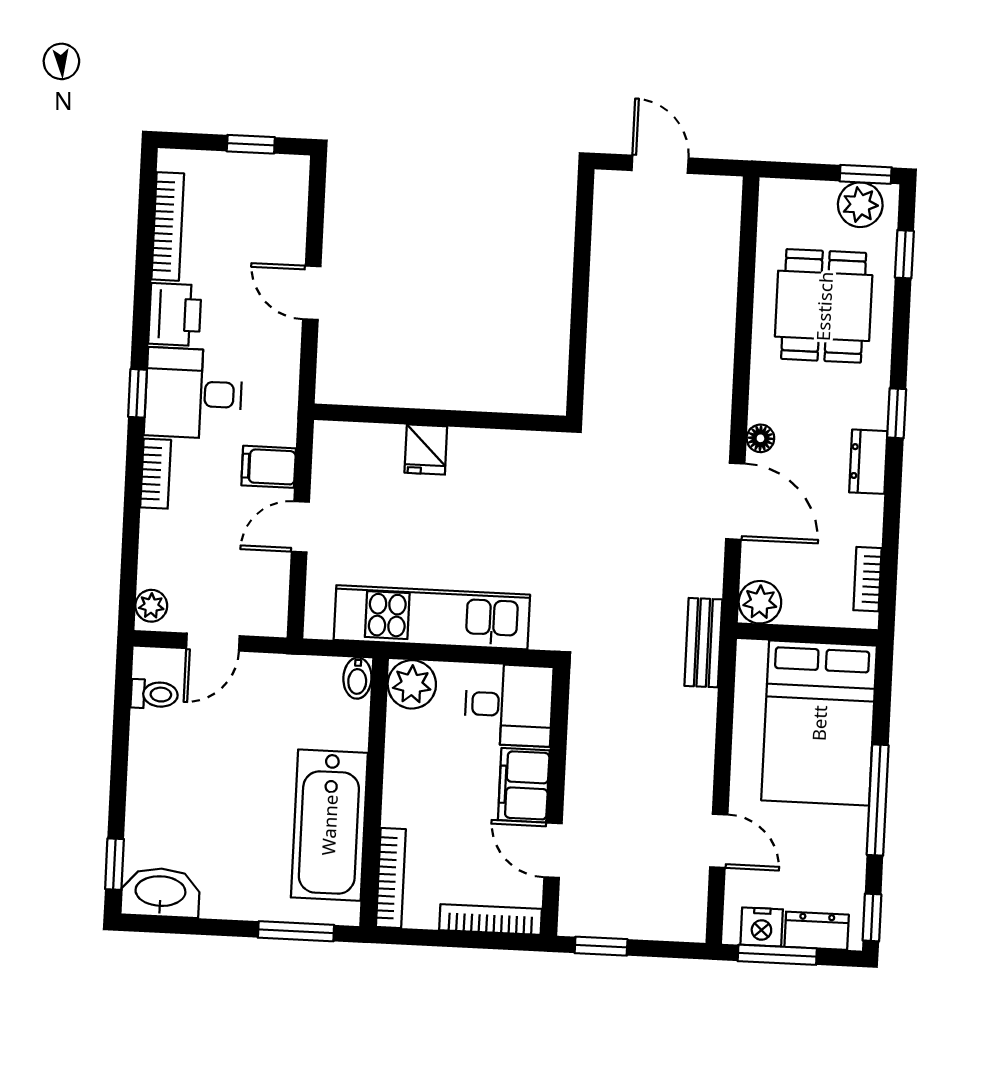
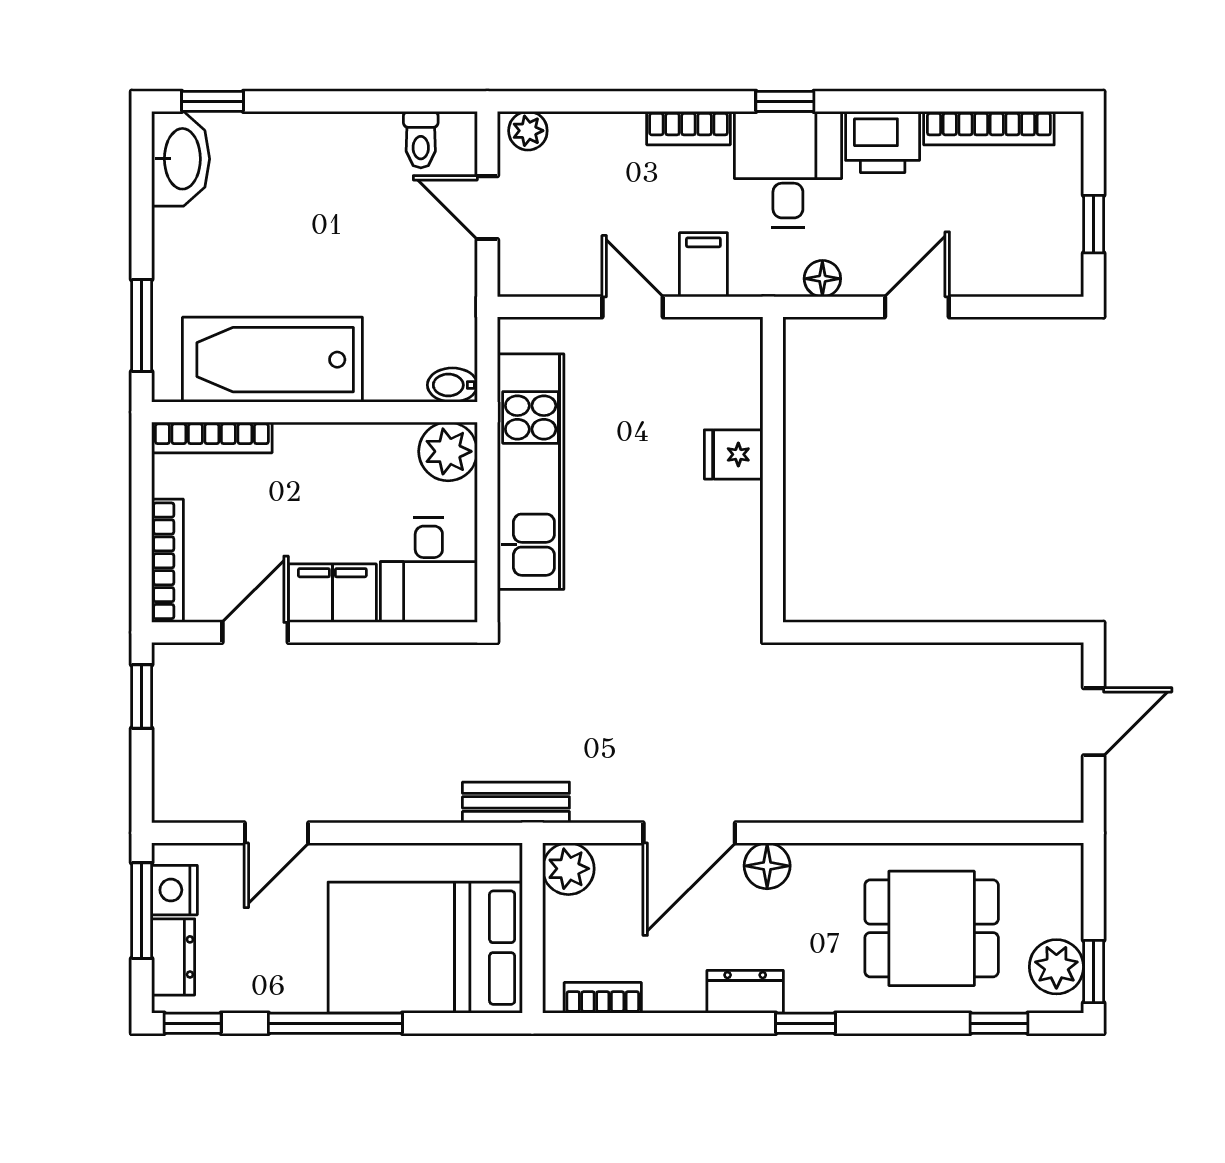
floor lamp: (285, 369) -> (822, 279), added
floor lamp: (760, 438) -> (767, 866), width x1.37, depth x1.37

